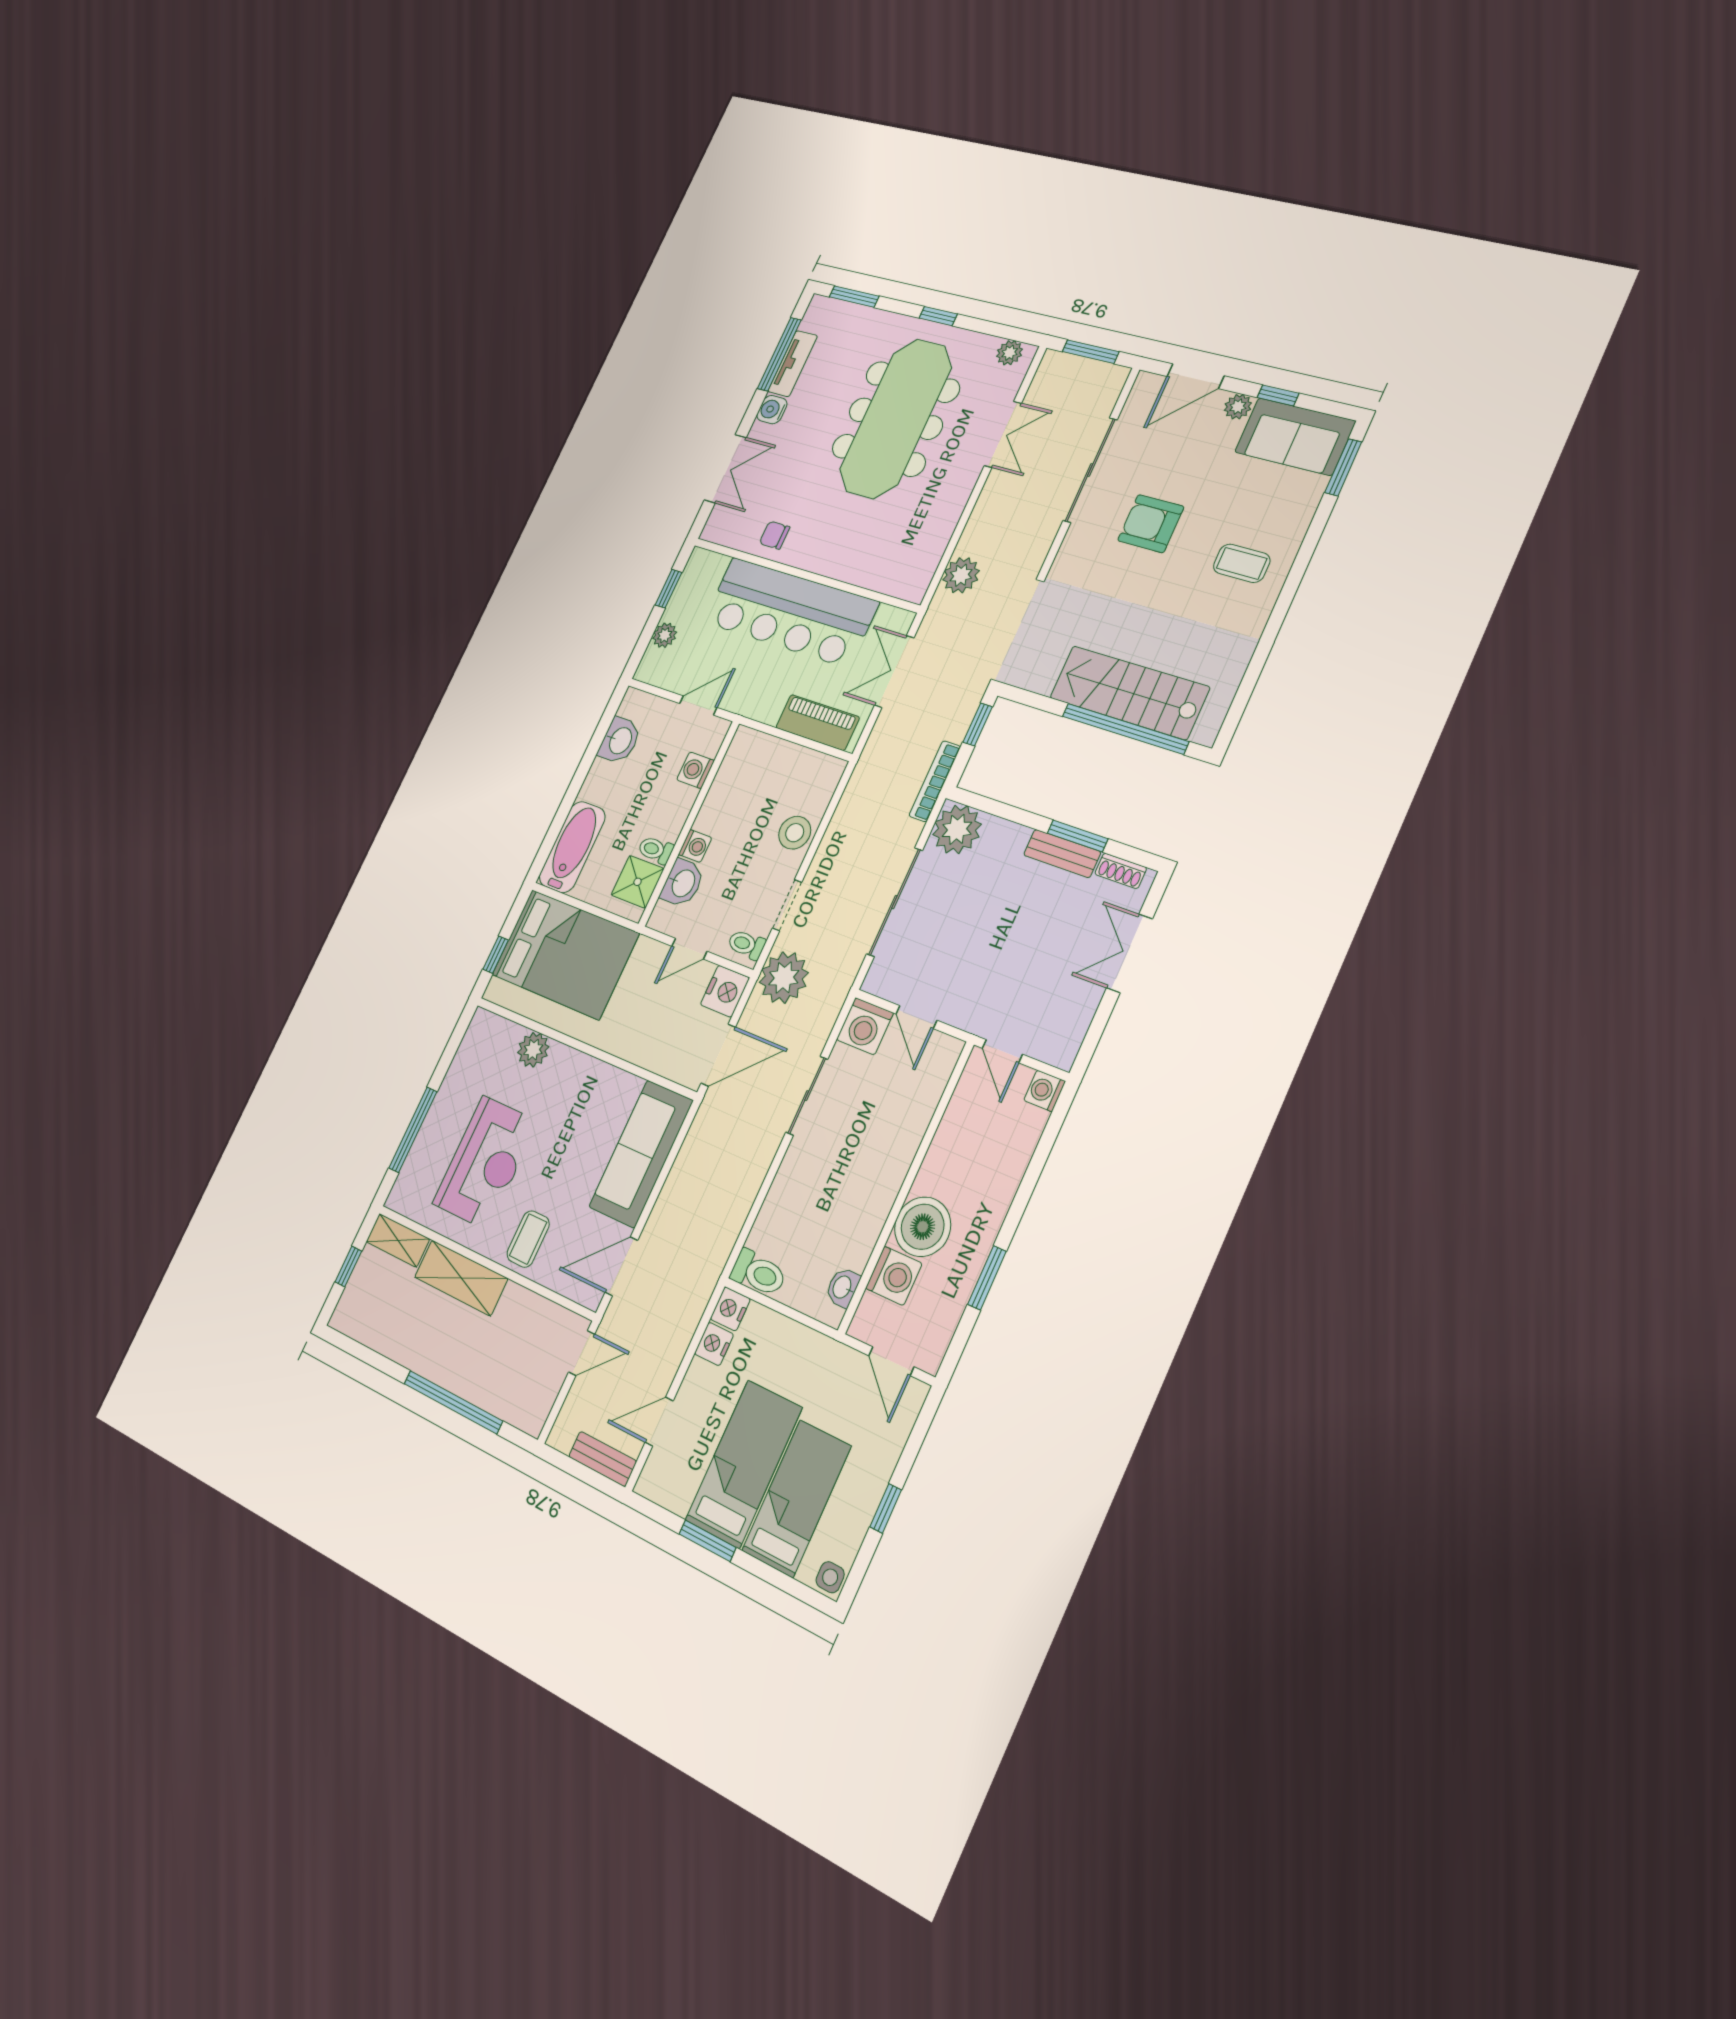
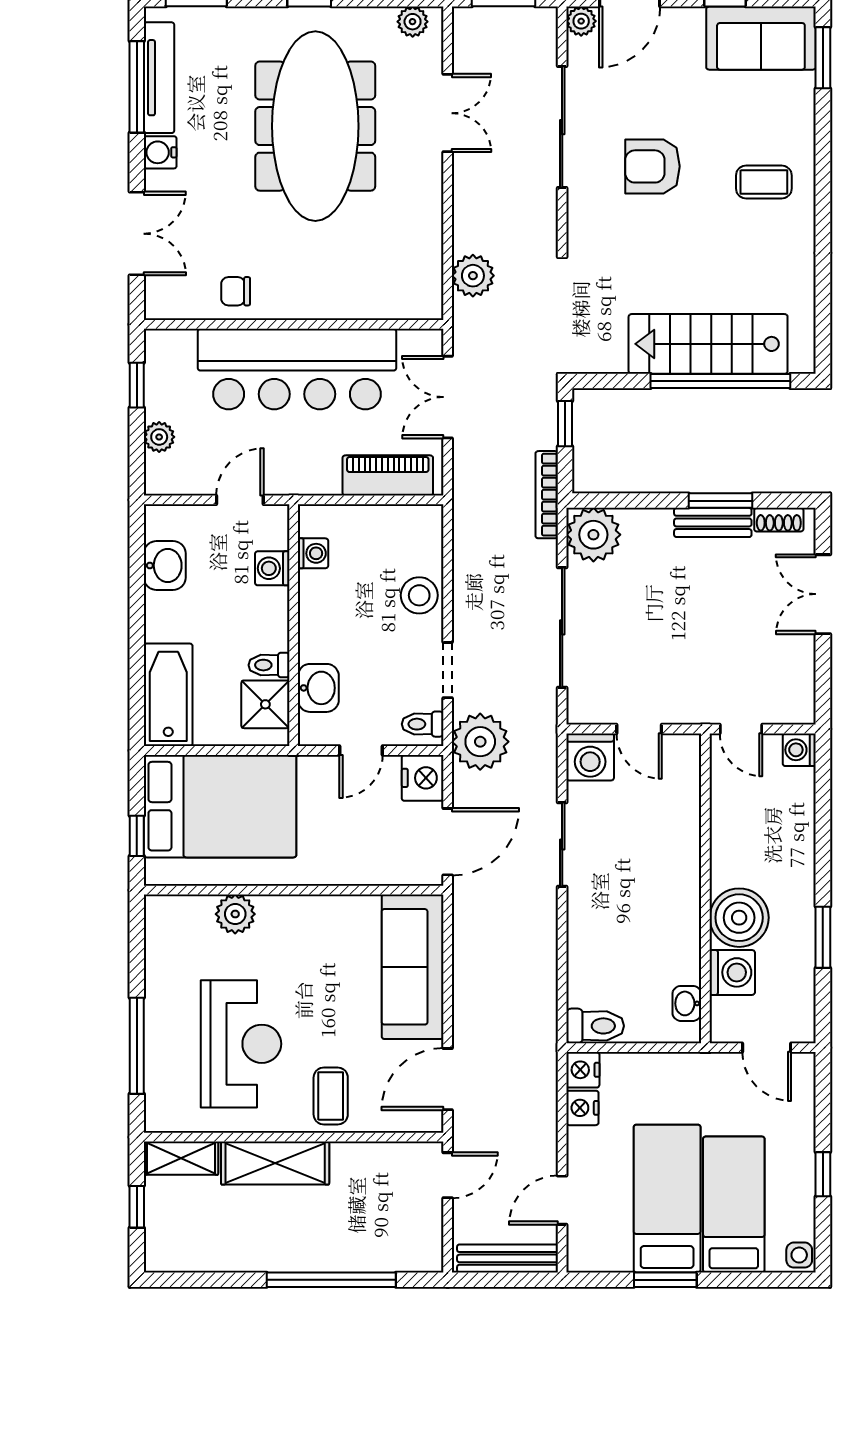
tv unit: (793, 364) -> (159, 78), width x1.41
plant: (1238, 407) -> (581, 21), moved
washing machine: (695, 846) -> (313, 553), moved
bench: (603, 1459) -> (508, 1258), width x1.36

